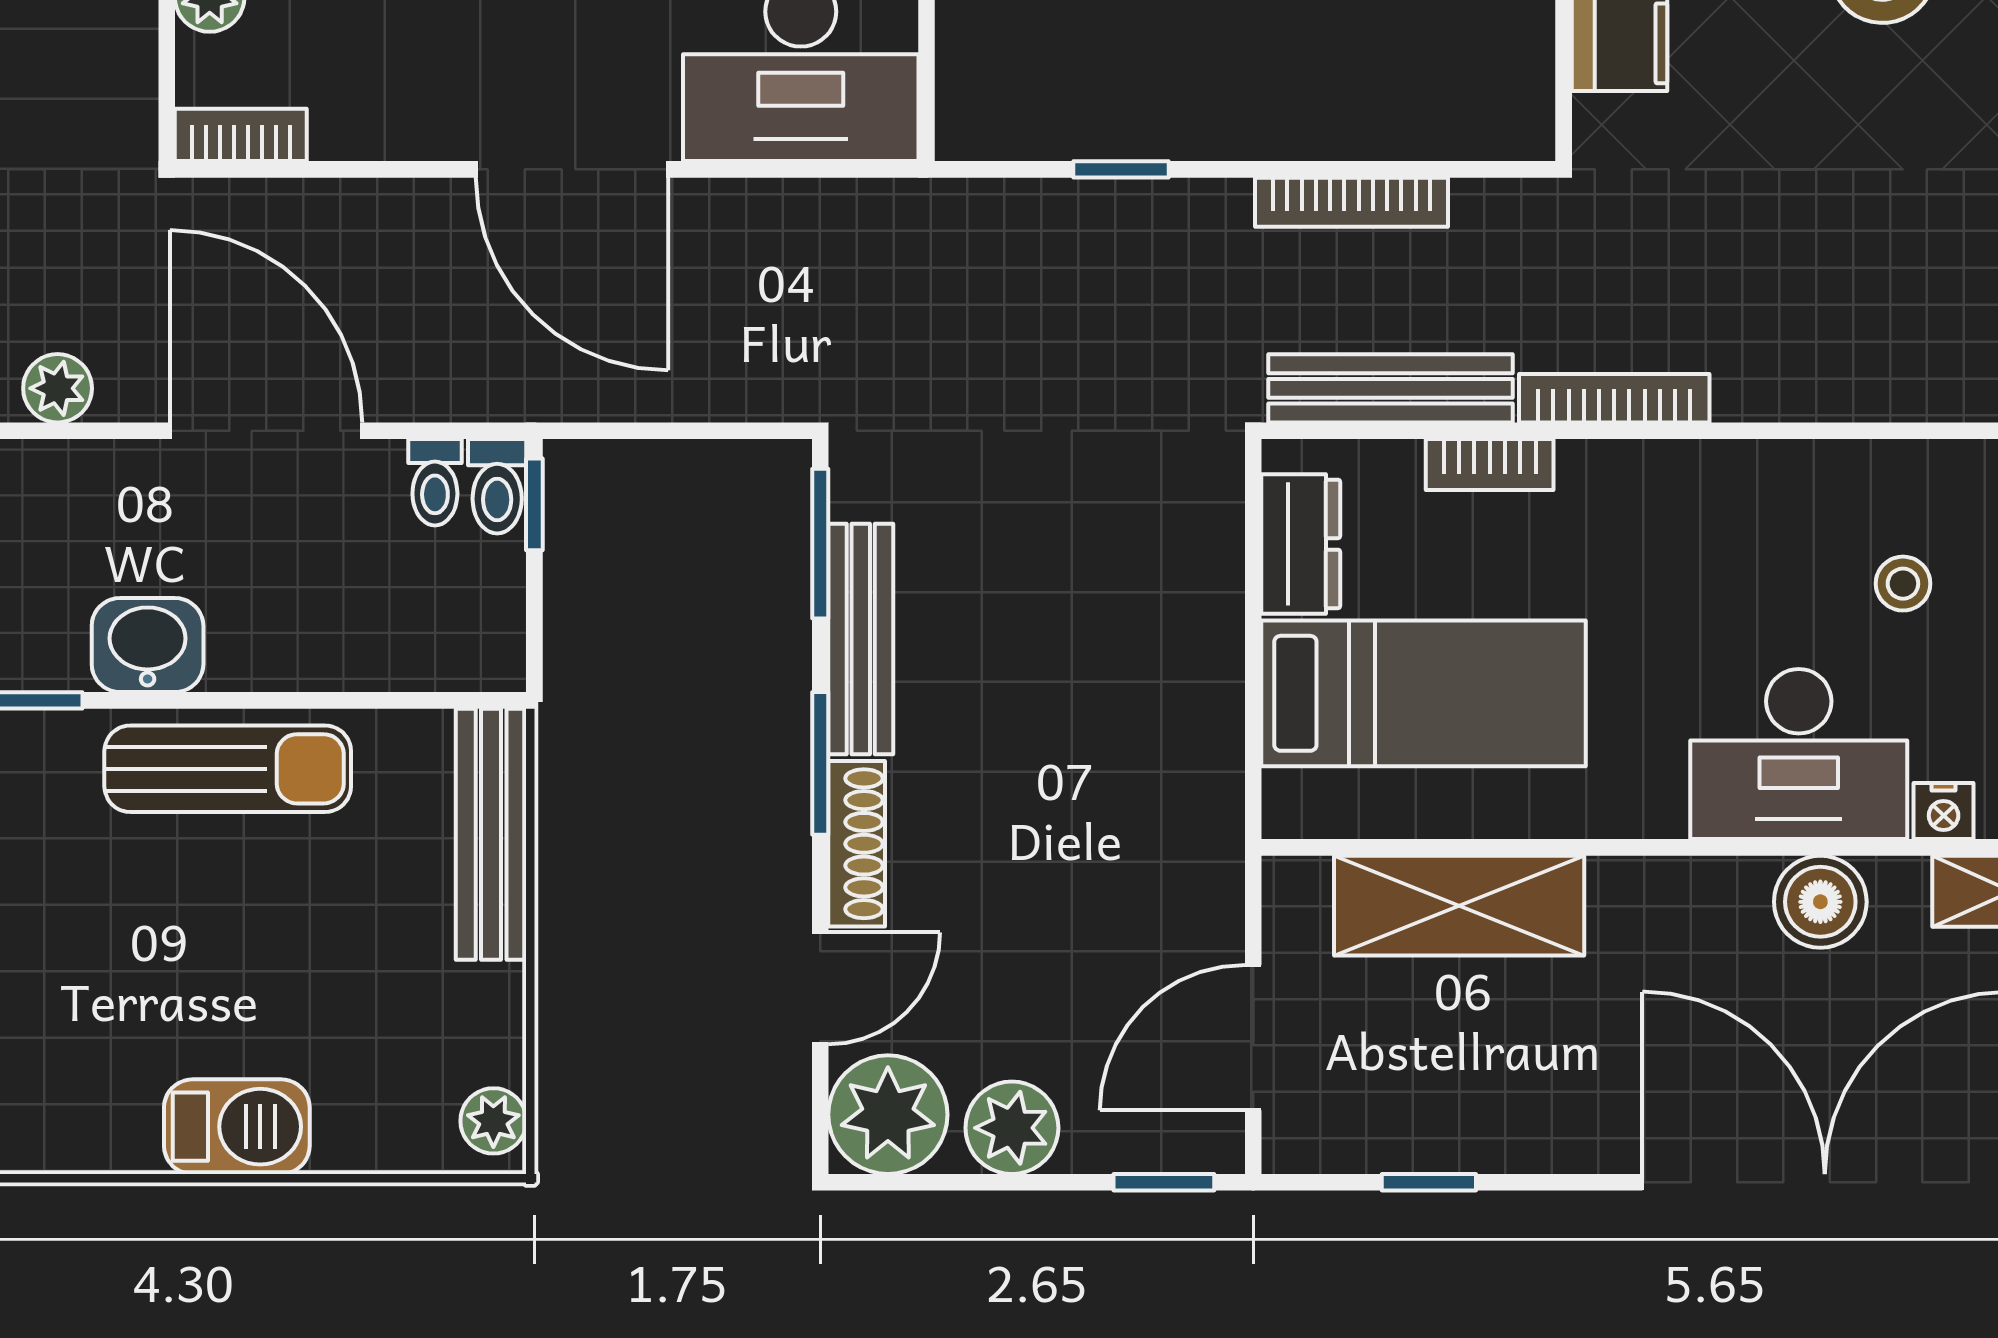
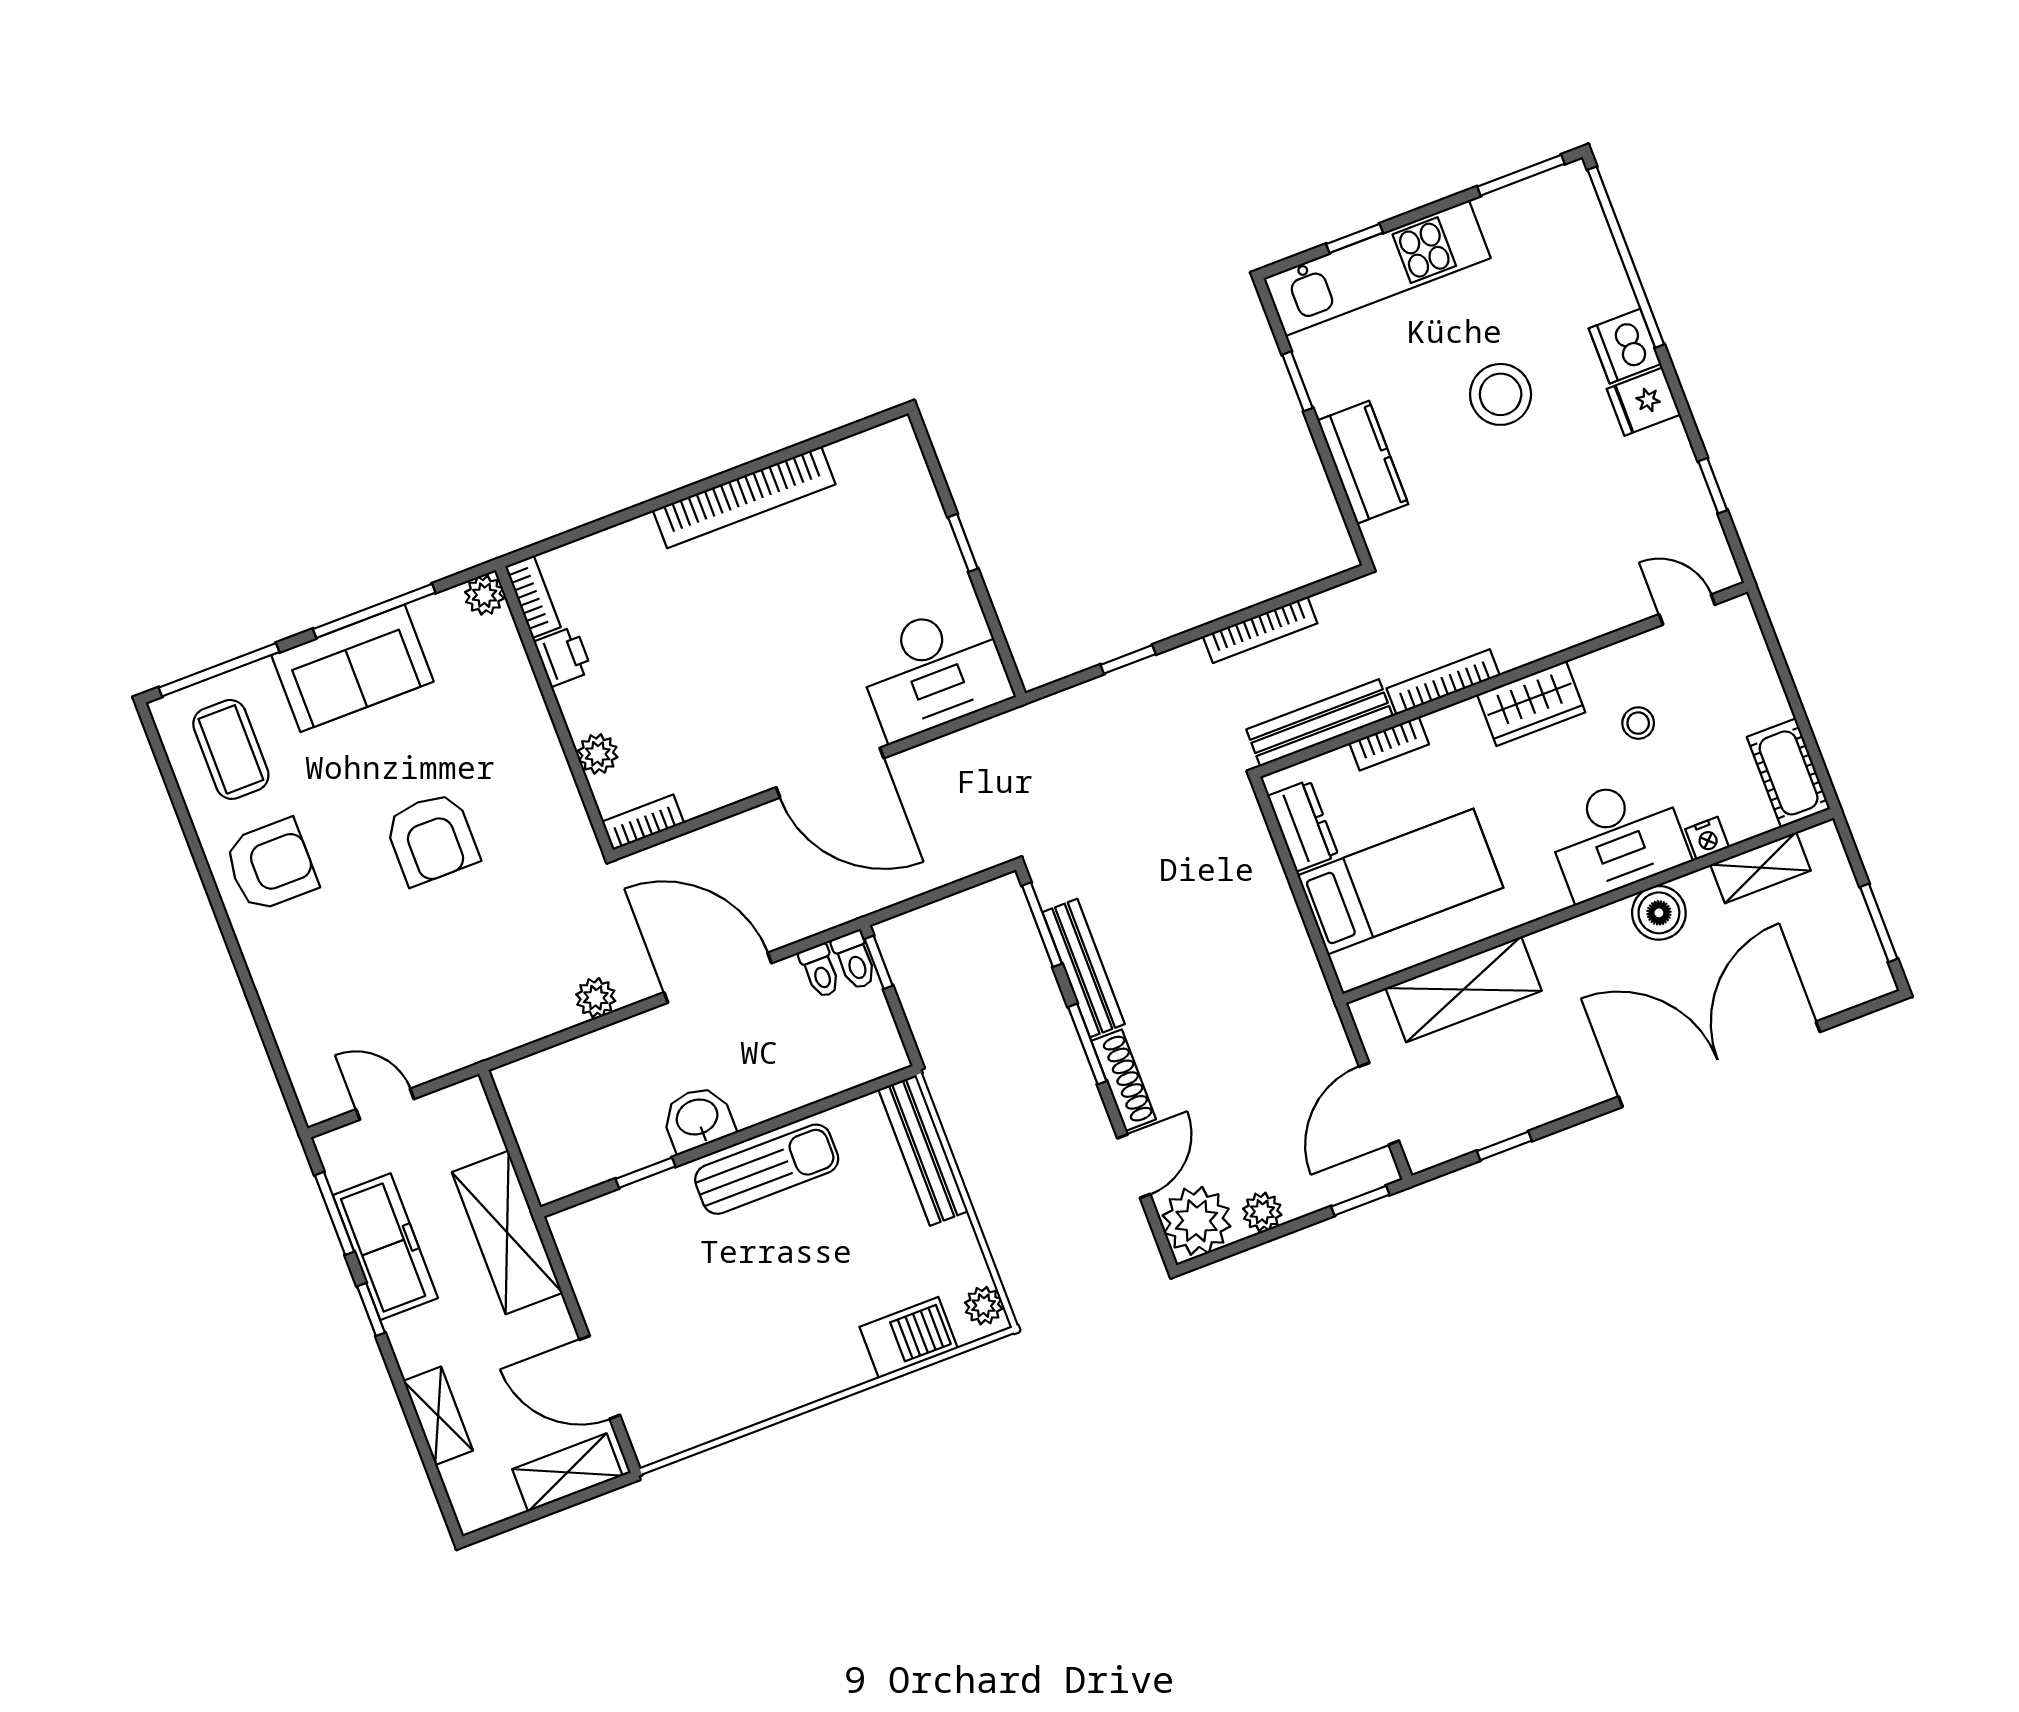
wardrobe: (1743, 487) -> (1531, 703), added
barbecue: (237, 1127) -> (909, 1338), moved
plant: (1012, 1128) -> (1262, 1212), width x0.73, depth x0.73

